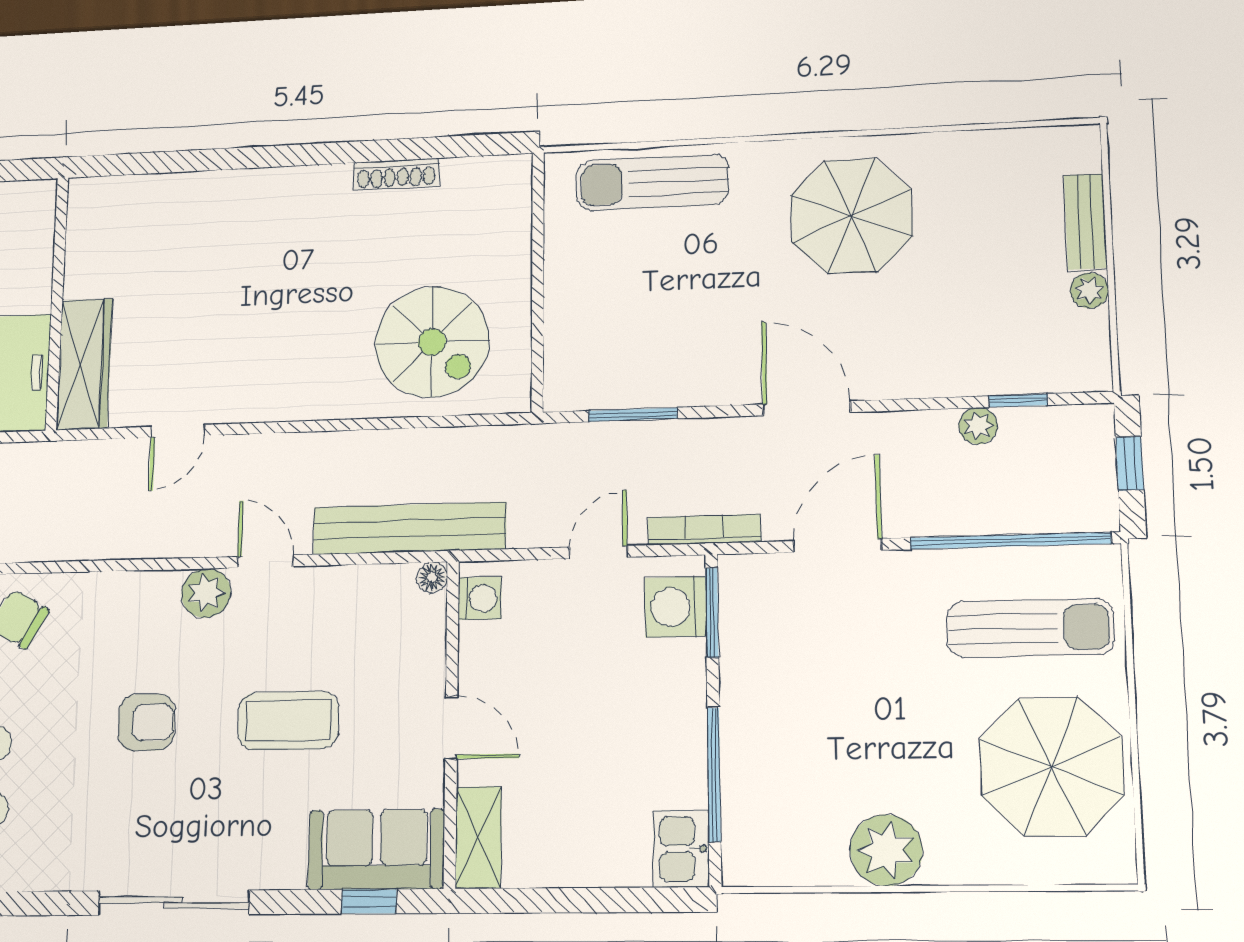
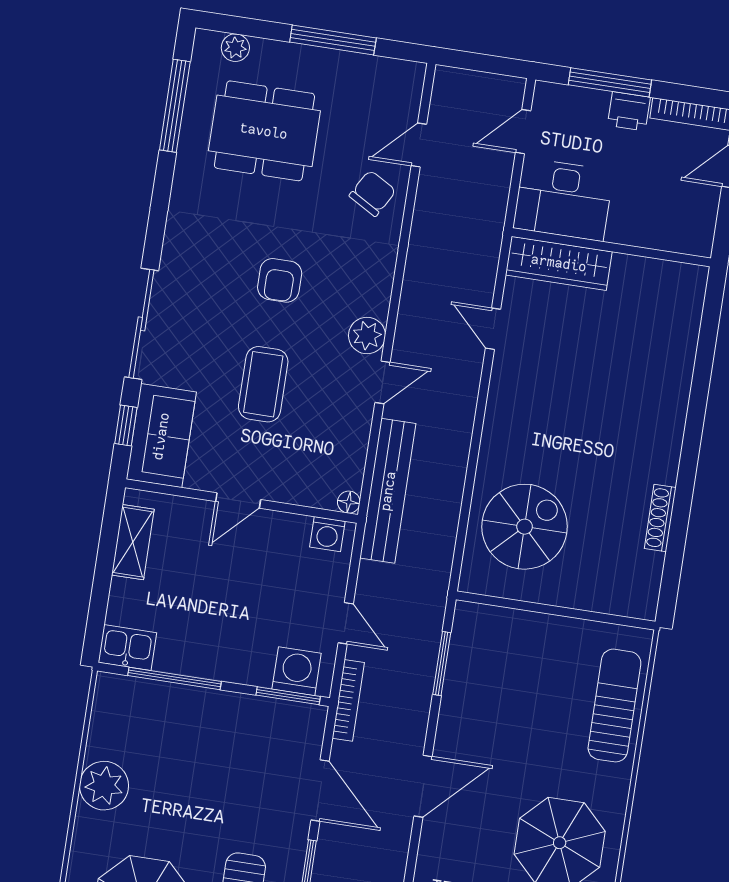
spiral stairs: (432, 342) -> (525, 527), turned 180
shelving: (478, 838) -> (133, 542), moved, turned 90
sliding door: (173, 903) -> (141, 324), moved

